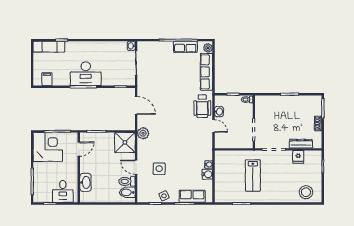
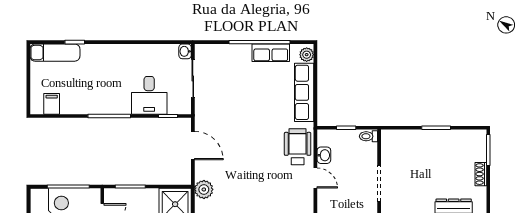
desk: (86, 74) -> (149, 95), moved, width x0.73
wheelchair: (202, 106) -> (298, 147), turned 180

